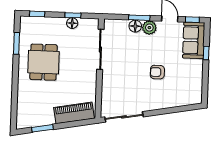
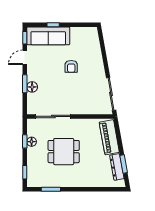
plant: (149, 28) -> (33, 75), removed
sofa: (194, 40) -> (48, 36), width x1.36
dining table: (43, 62) -> (64, 152), moved
dresser: (39, 120) -> (117, 167), added

